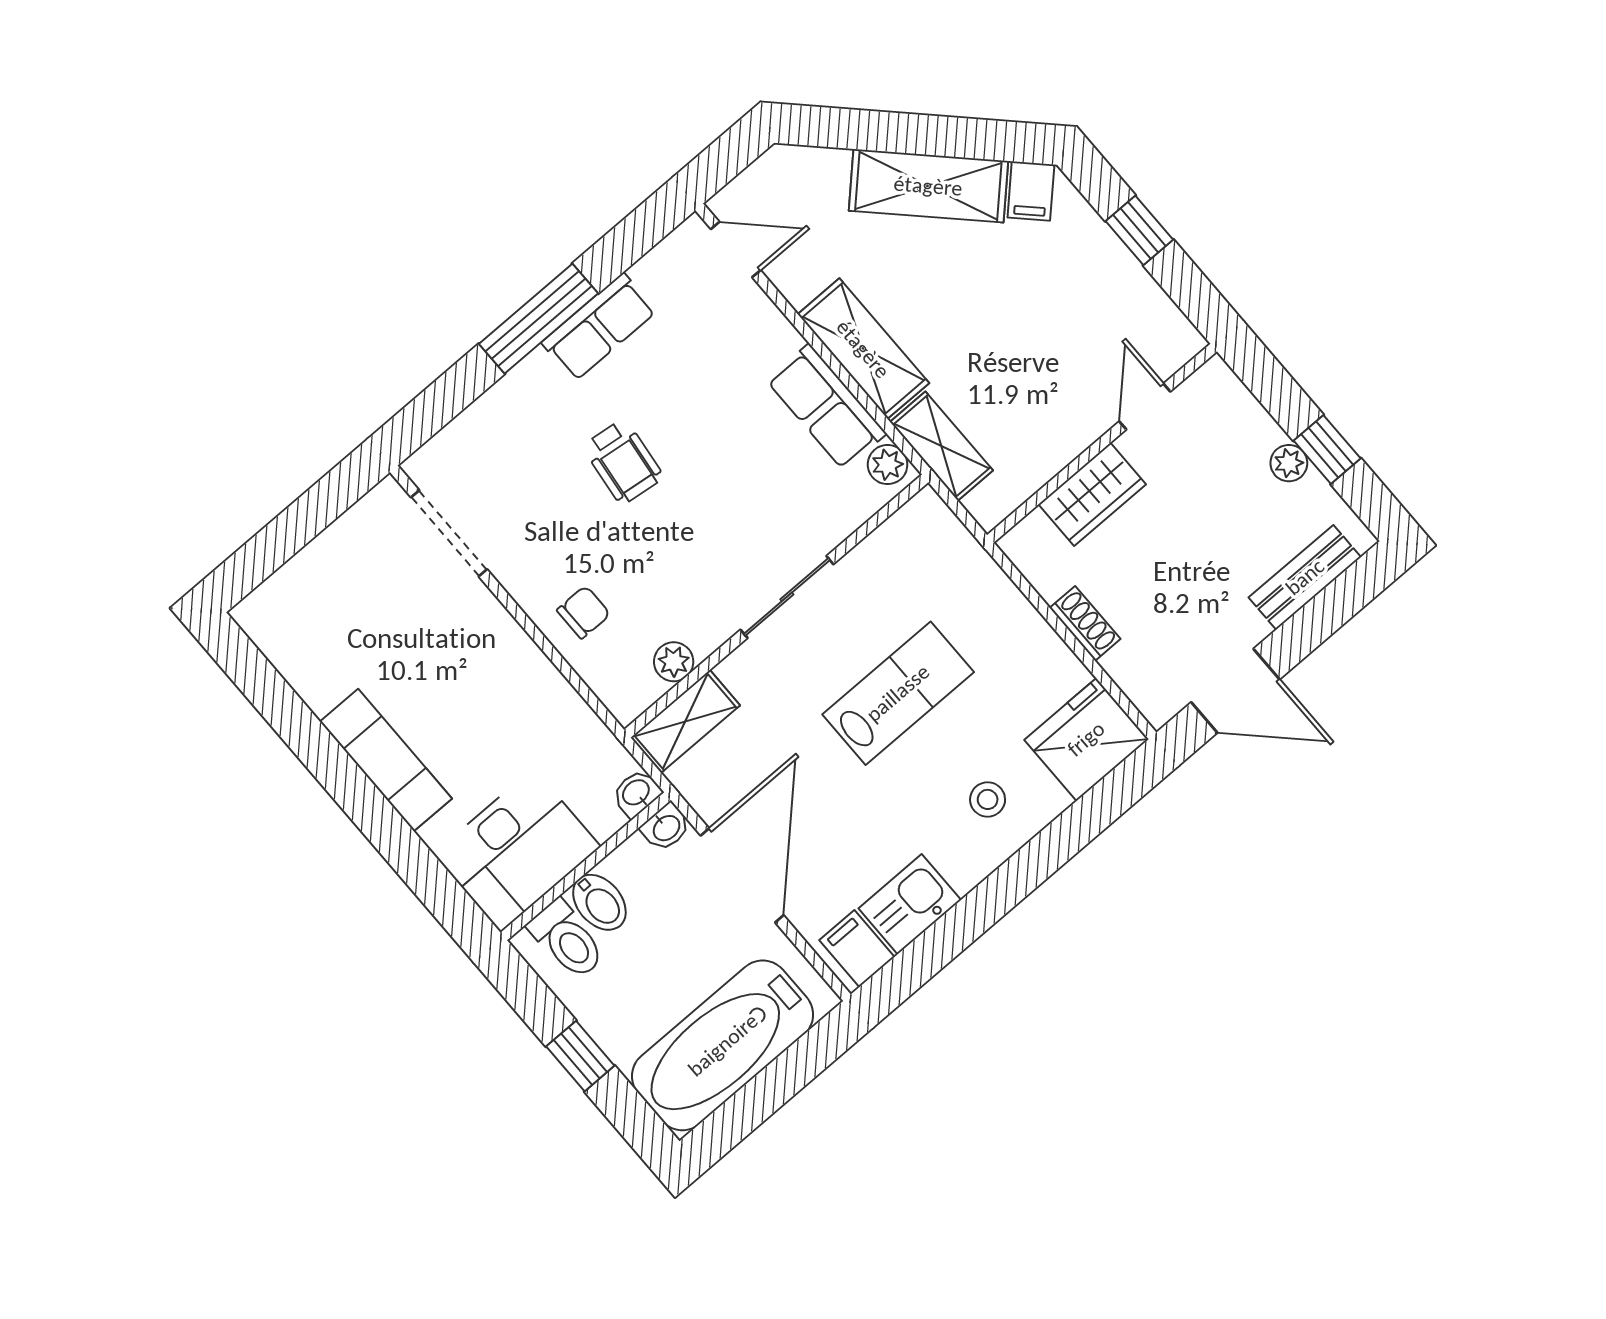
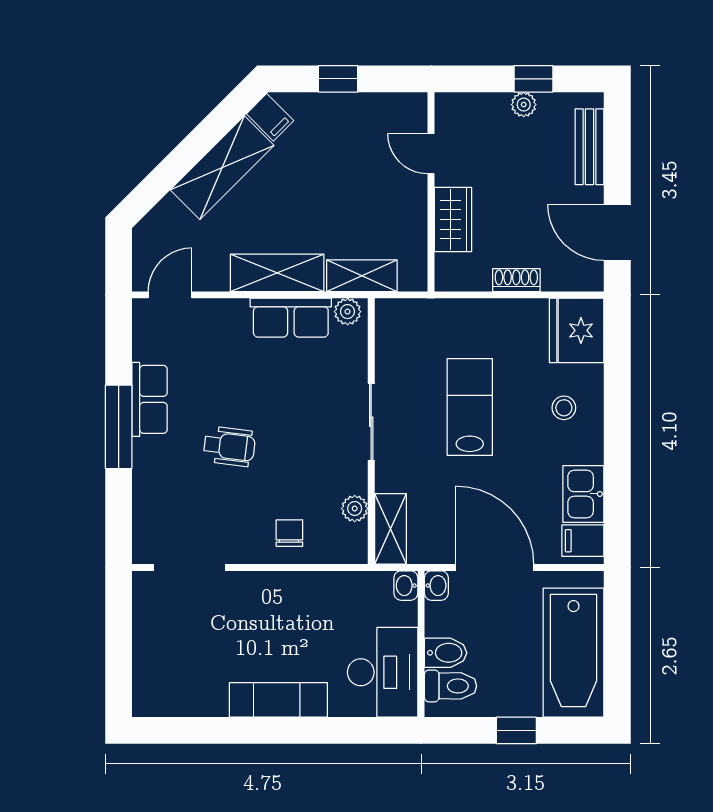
door: (1235, 691) -> (617, 232), swing flipped

